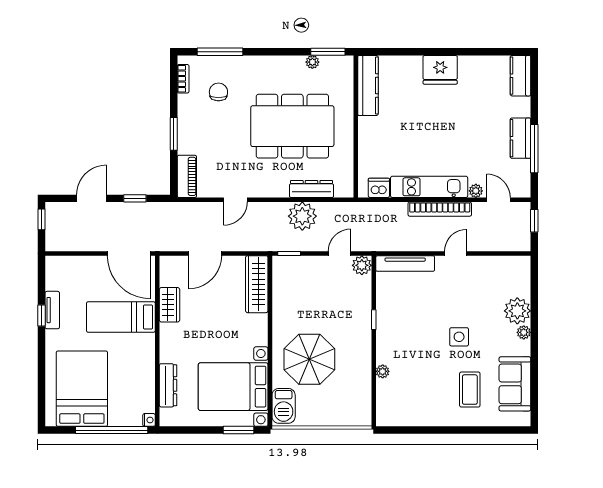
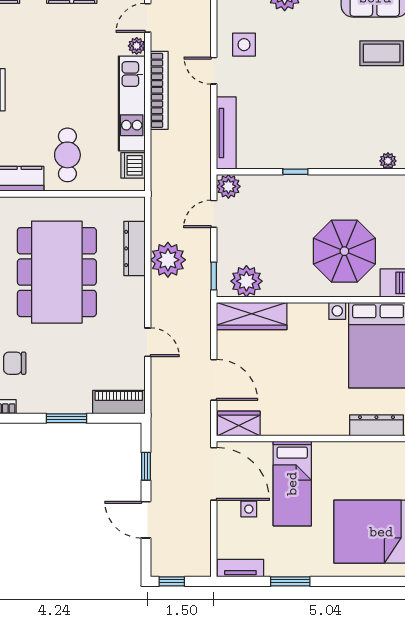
cafe table: (387, 135) -> (67, 155), added
door: (129, 253) -> (214, 474), hinge flipped
door: (340, 253) -> (214, 214), hinge flipped
plant: (285, 280) -> (246, 281), added
side table: (100, 282) -> (249, 509), added
wardrobe: (170, 305) -> (239, 424), moved
tv unit: (52, 310) -> (240, 568), moved
window: (41, 315) -> (290, 581), width x1.50
side table: (459, 337) -> (244, 45), moved
plant: (383, 371) -> (388, 161), moved

